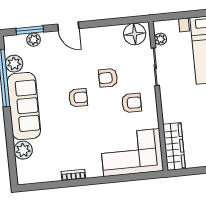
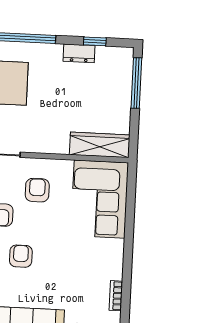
bookcase: (73, 175) -> (116, 296), moved

